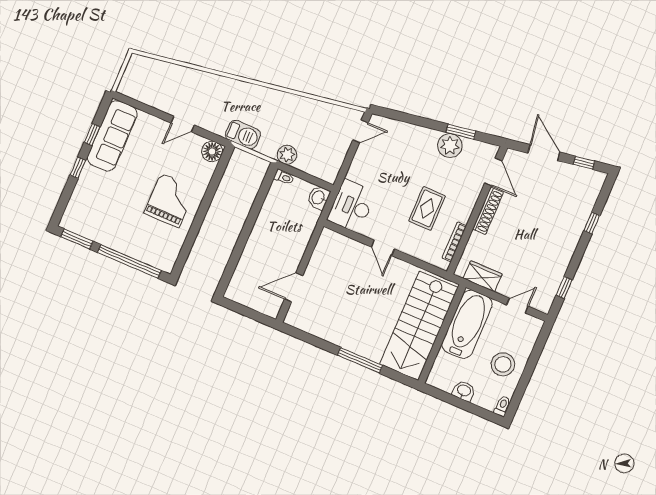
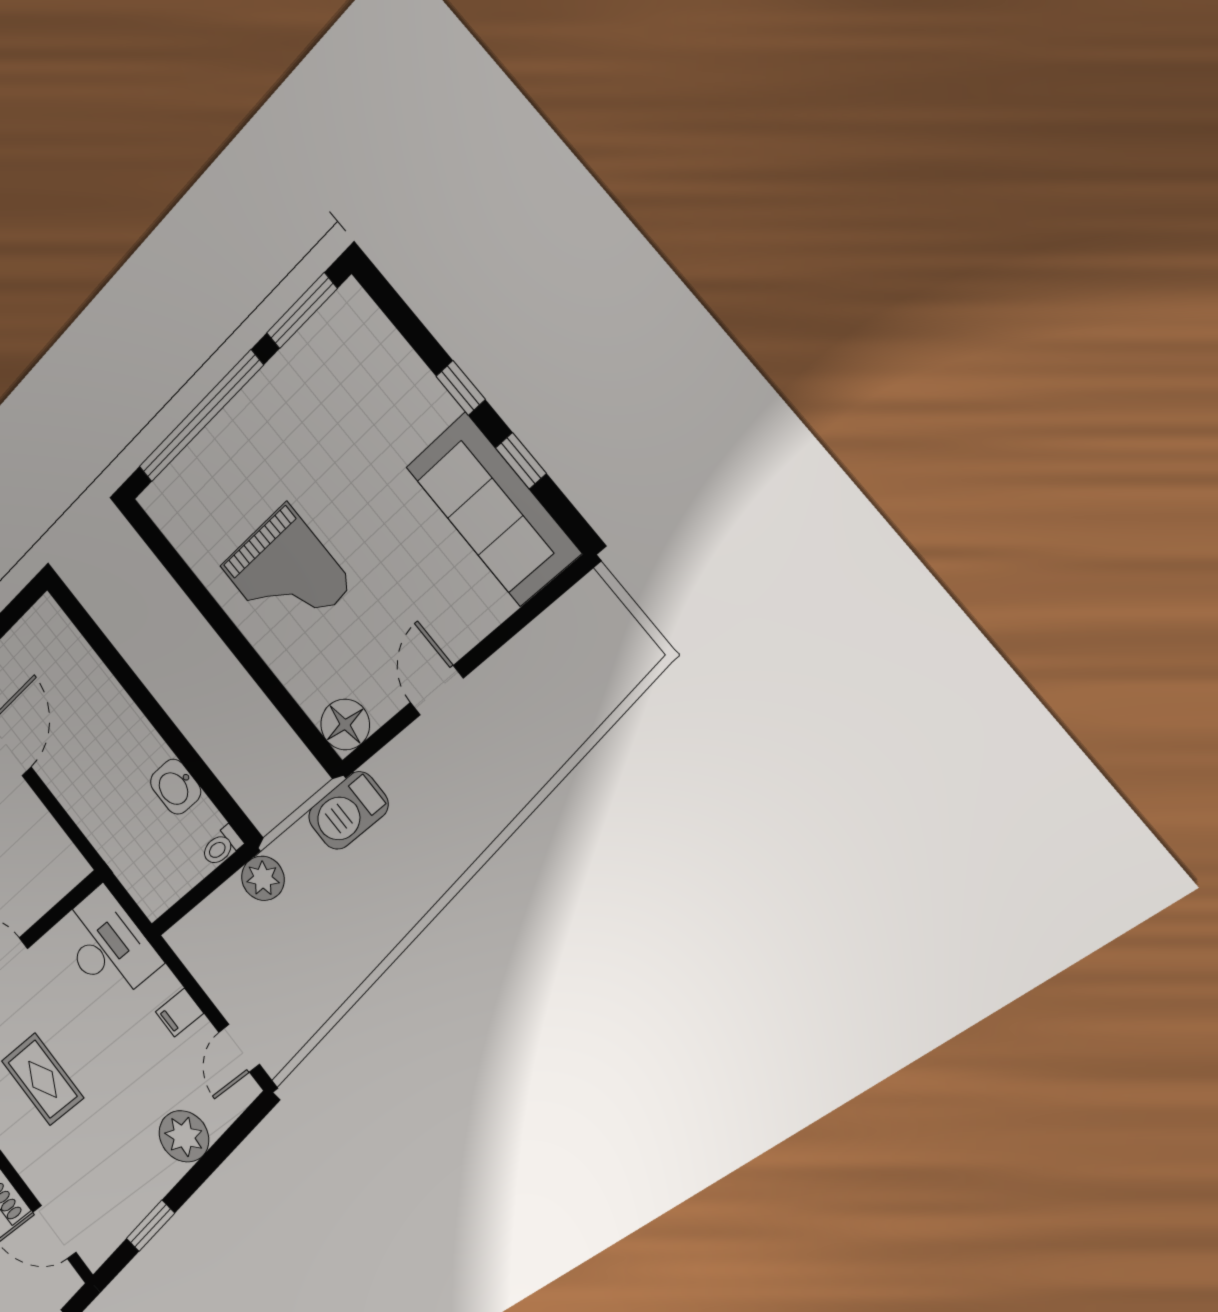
plant: (450, 146) -> (184, 1136), moved
filing cabinet: (361, 163) -> (179, 1013), added
washbasin: (319, 198) -> (176, 787), moved, turned 180

